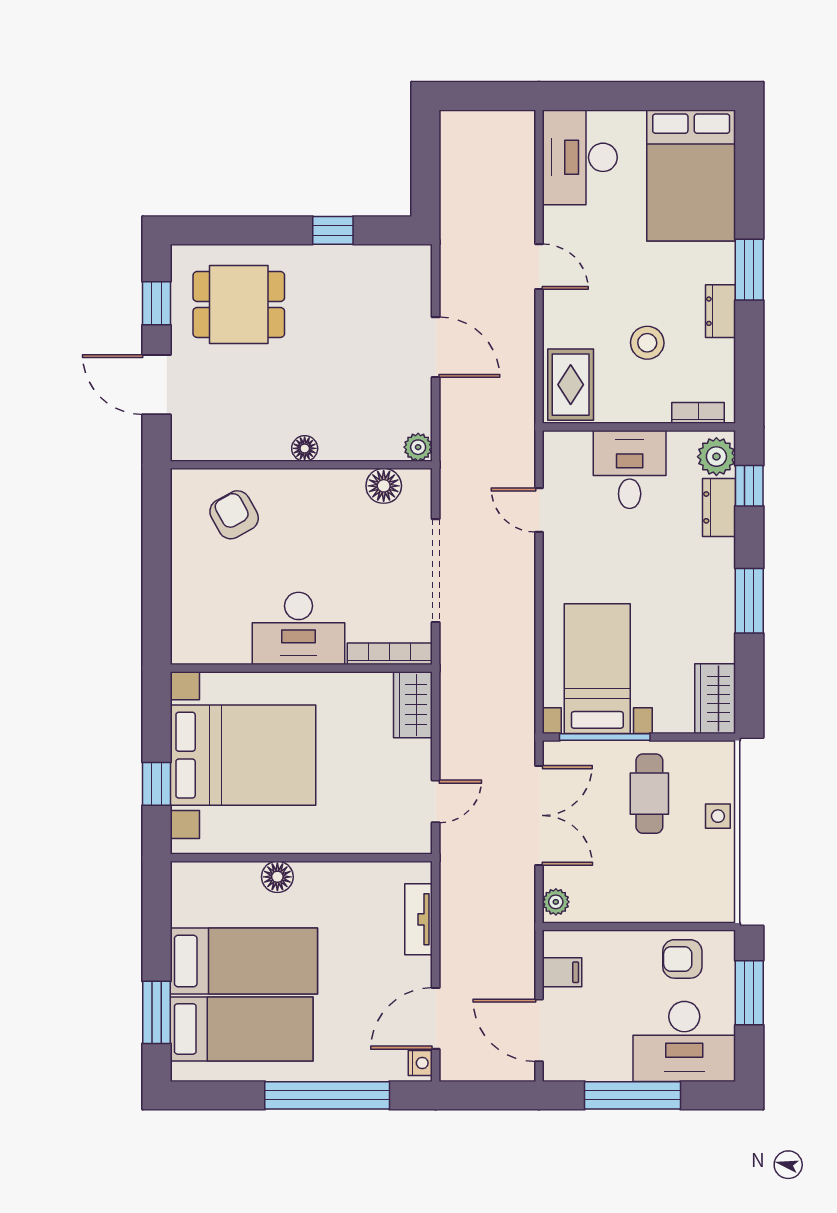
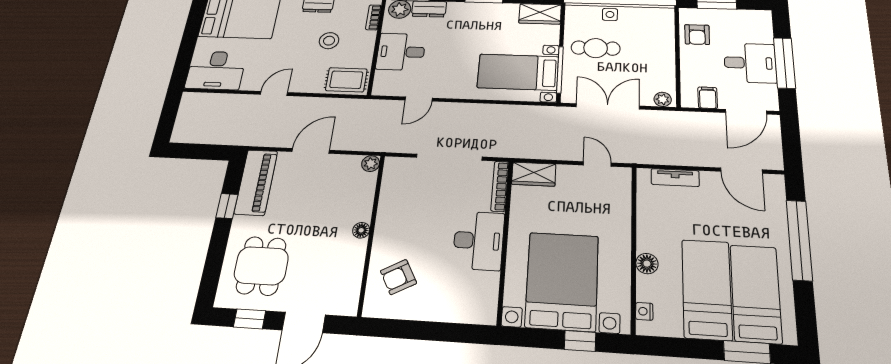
piano: (376, 269) -> (256, 182), added
floor lamp: (384, 486) -> (392, 184), removed
desk: (684, 1041) -> (750, 63), moved, width x0.73
nightstand: (420, 1063) -> (644, 311), moved, turned -90

